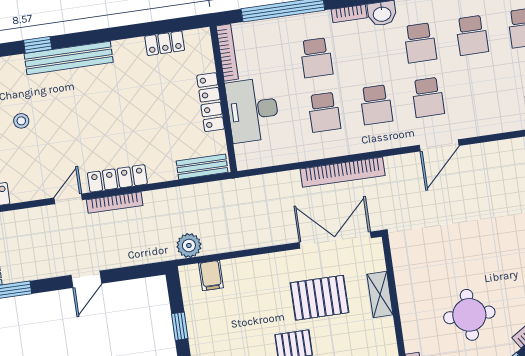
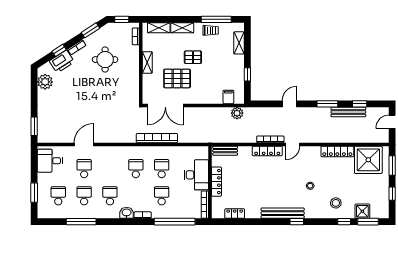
school desk: (428, 97) -> (84, 169), moved
door: (439, 145) -> (84, 144), moved
shelving: (380, 294) -> (147, 62), moved

